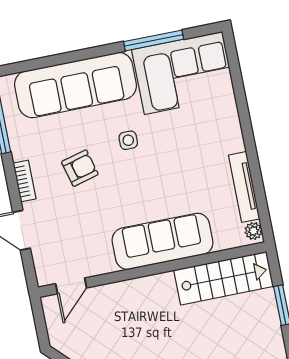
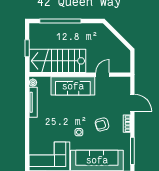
stairs: (224, 278) -> (57, 61), width x1.36, depth x1.51
door: (71, 286) -> (102, 75), moved

